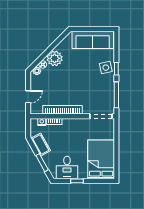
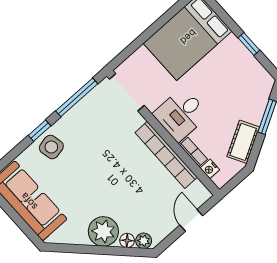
door: (28, 97) -> (191, 220), hinge flipped
desk: (67, 167) -> (181, 114), moved, turned 180

